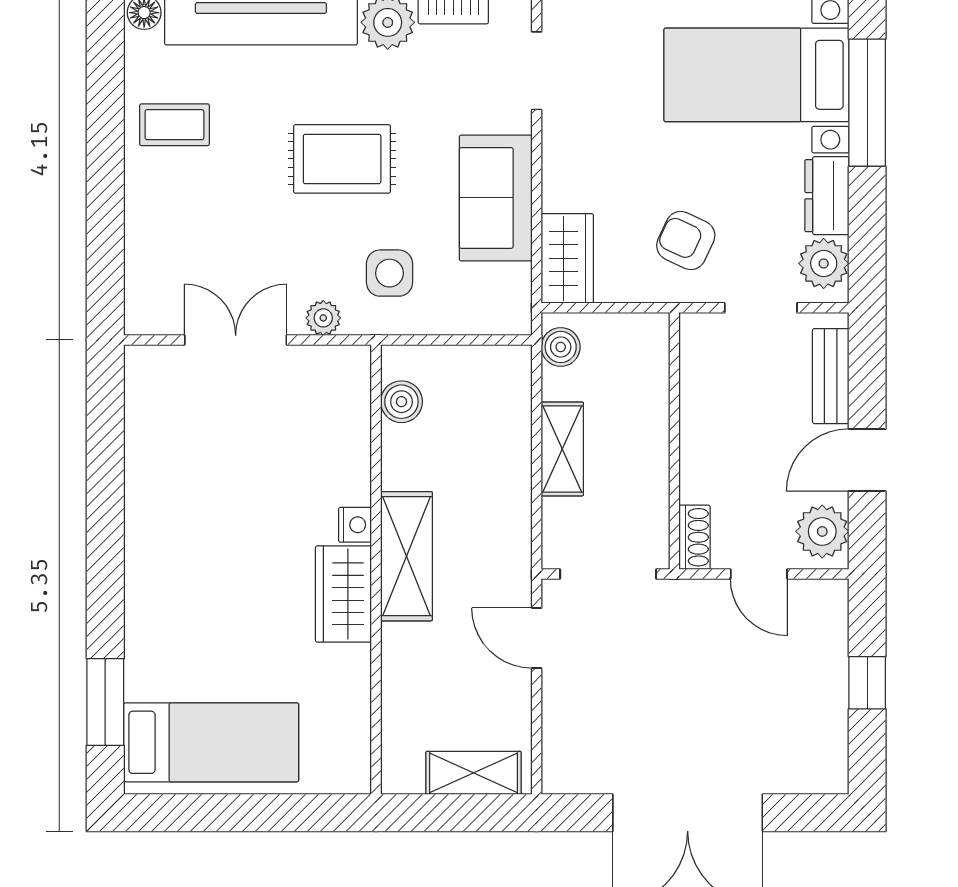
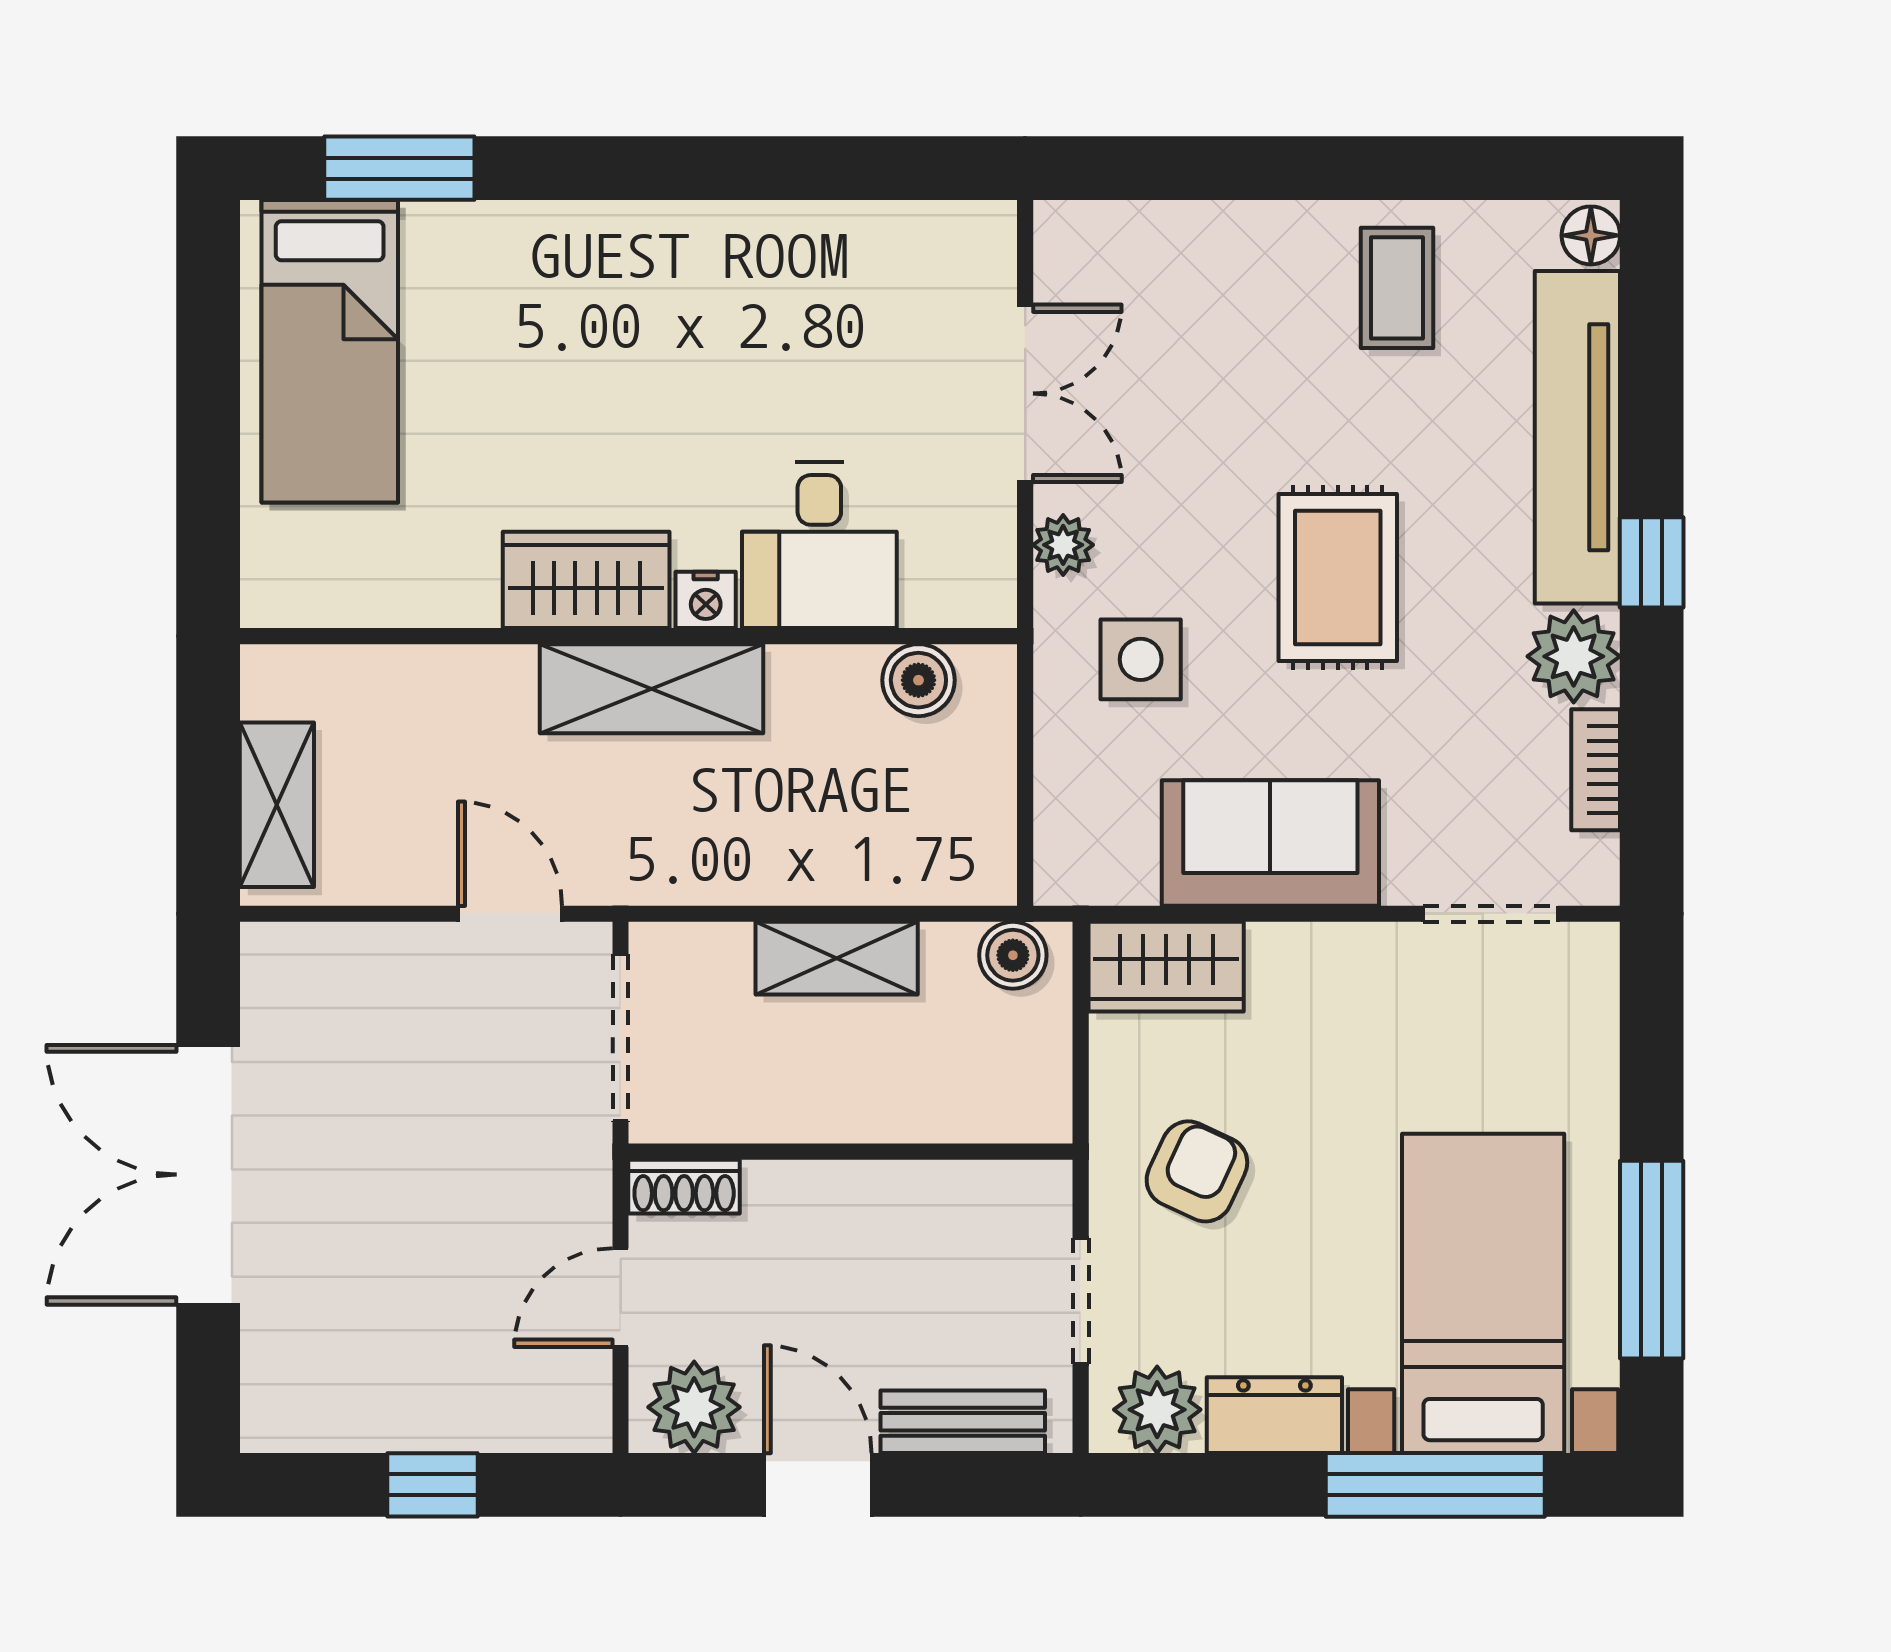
desk: (323, 459) -> (819, 545), added
door: (537, 638) -> (510, 914), hinge flipped

